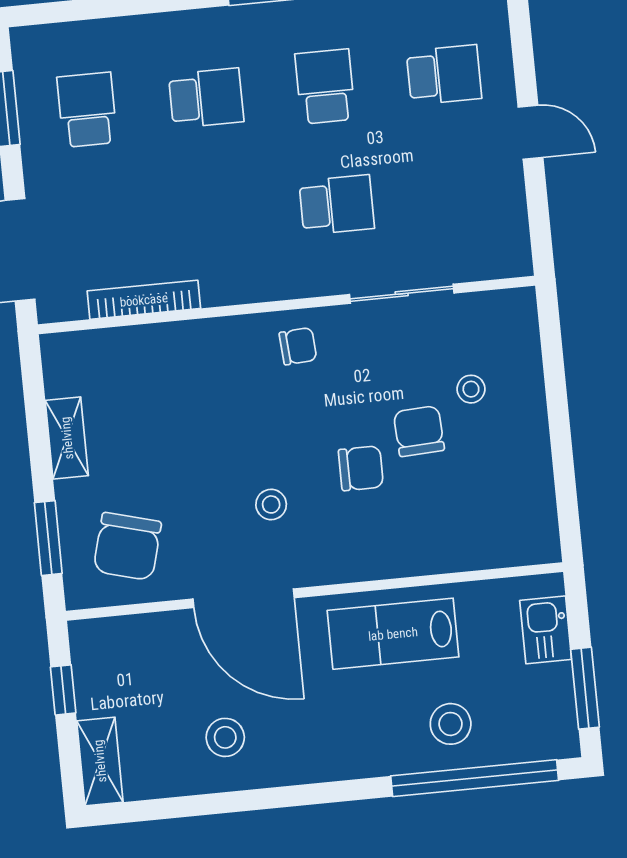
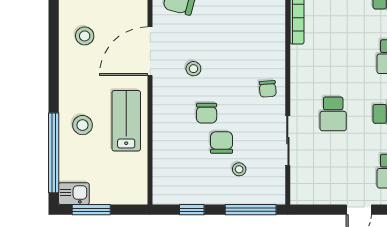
window: (553, 357) -> (251, 210), added
chair: (419, 431) -> (222, 143), turned -87
window: (565, 479) -> (192, 210), added
kitchen sink: (546, 630) -> (74, 194), moved
stool: (451, 724) -> (82, 125), moved

